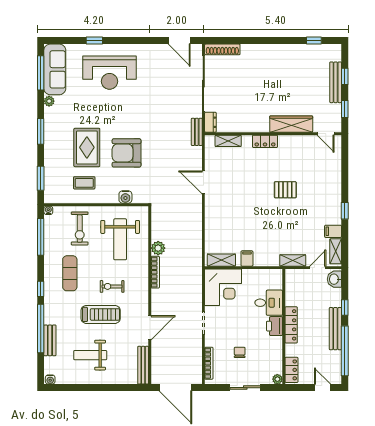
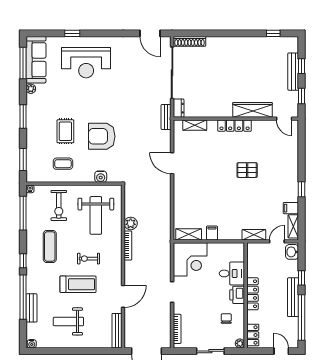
locker: (265, 141) -> (235, 126), width x1.53
rug: (87, 147) -> (65, 131), width x0.73, depth x0.70
chair: (240, 352) -> (226, 319), moved

